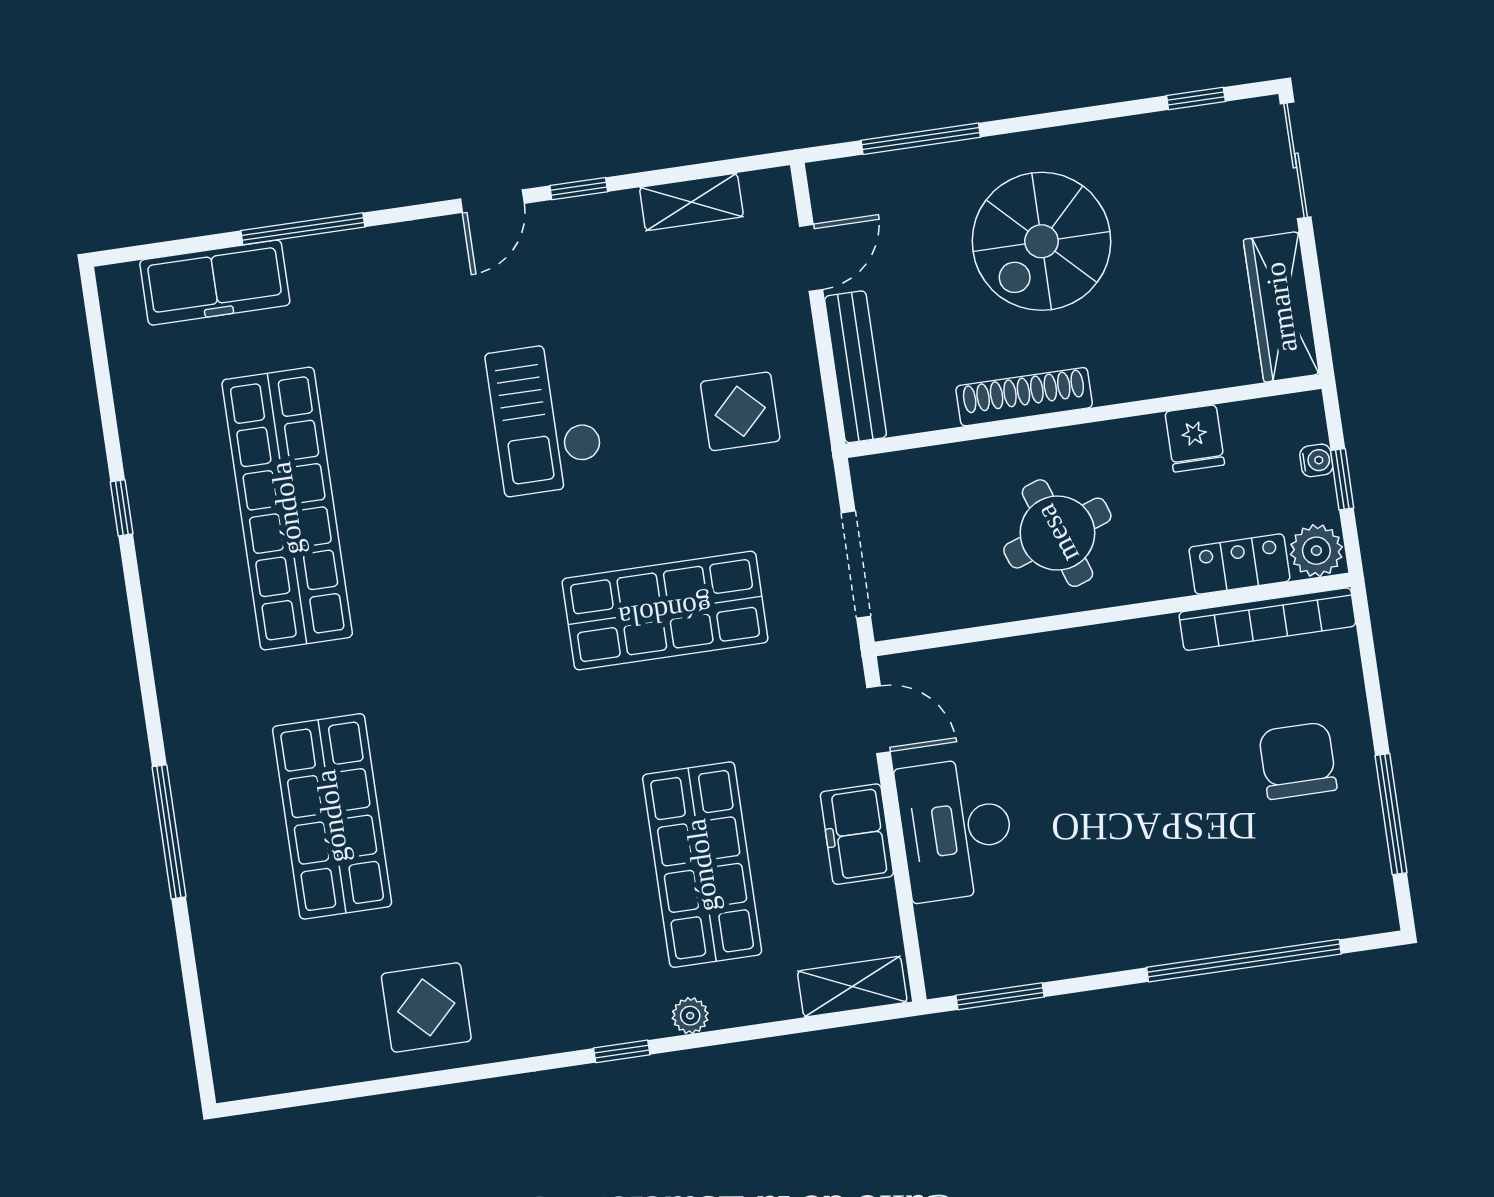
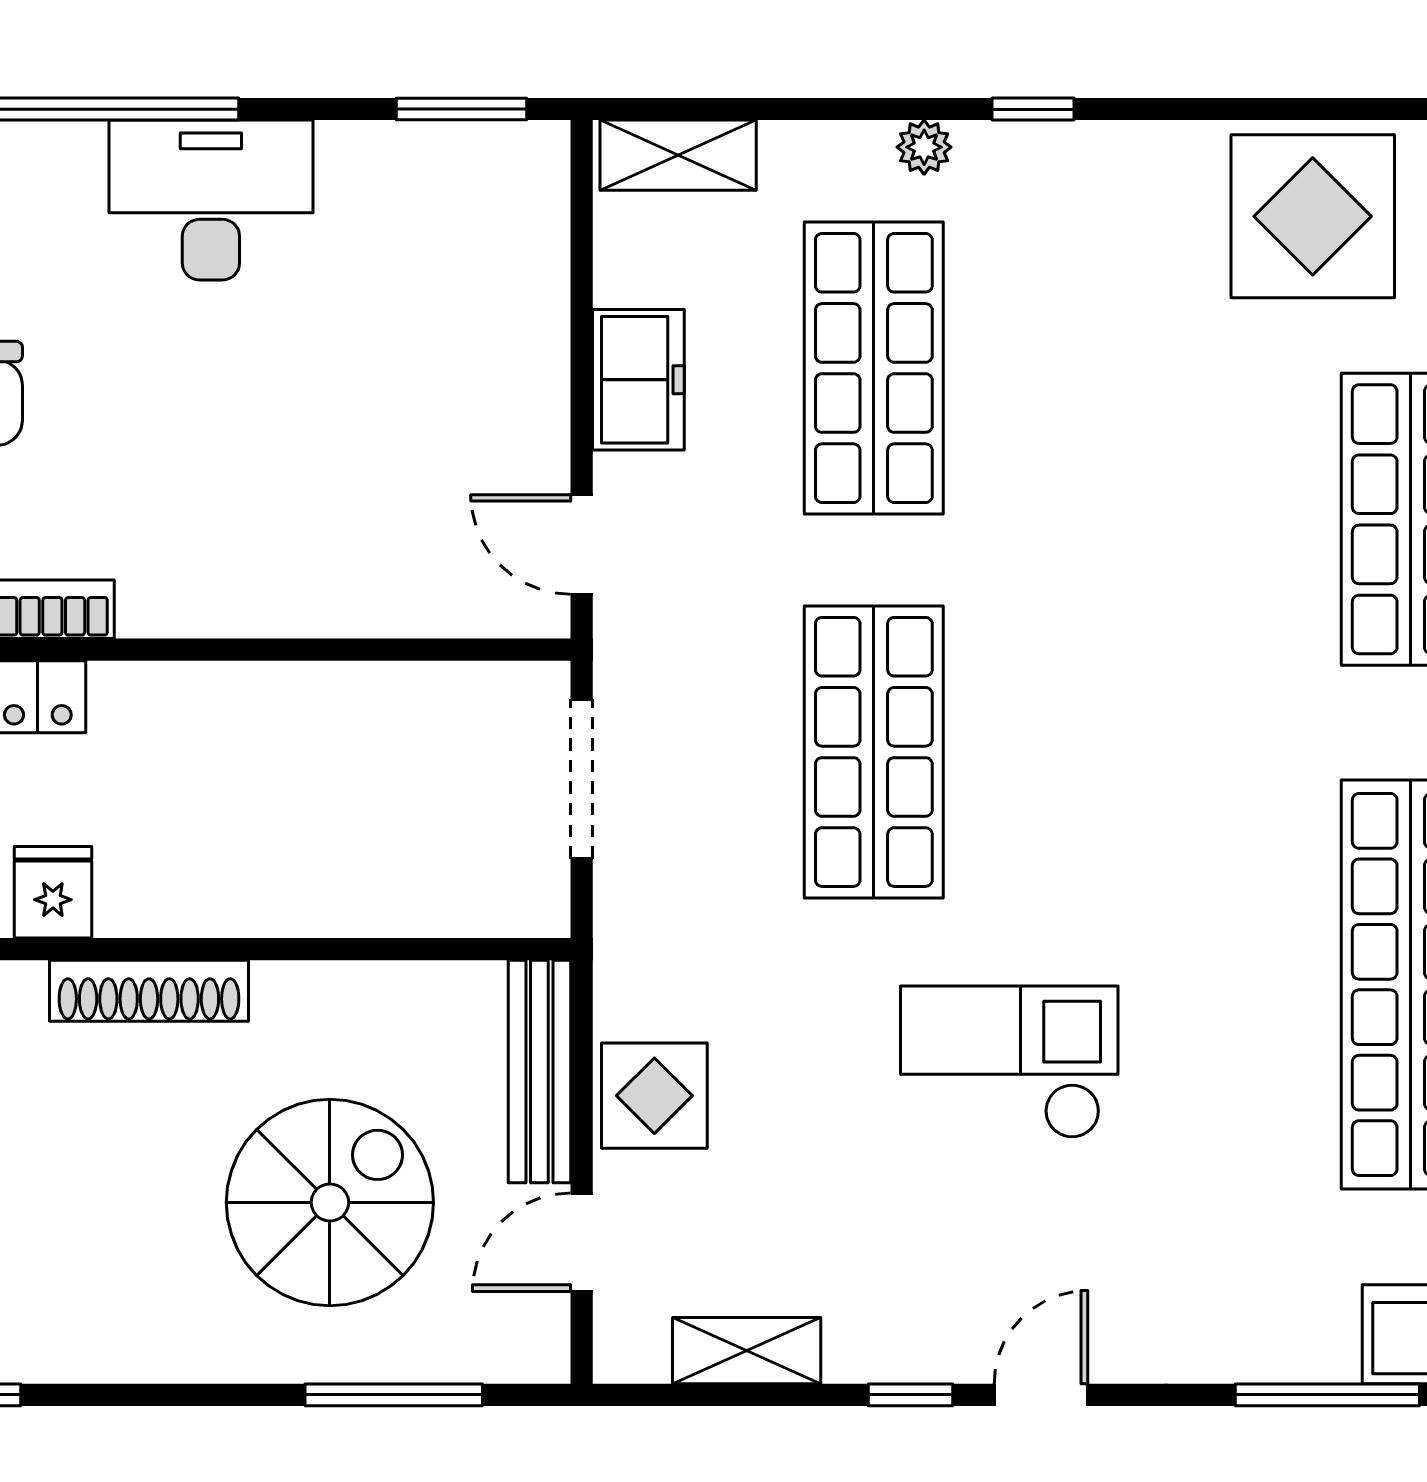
spiral stairs: (1042, 241) -> (330, 1202), moved
shoe rack: (1024, 397) -> (149, 991), moved
display table: (740, 411) -> (654, 1096), moved
checkout: (545, 418) -> (1009, 1062), turned -90
round table: (1057, 533) -> (277, 782), removed
shop shelf: (665, 611) -> (874, 752), turned 90
desk: (956, 829) -> (211, 200), moved, turned -90
display table: (426, 1007) -> (1313, 216), width x1.36, depth x1.36

